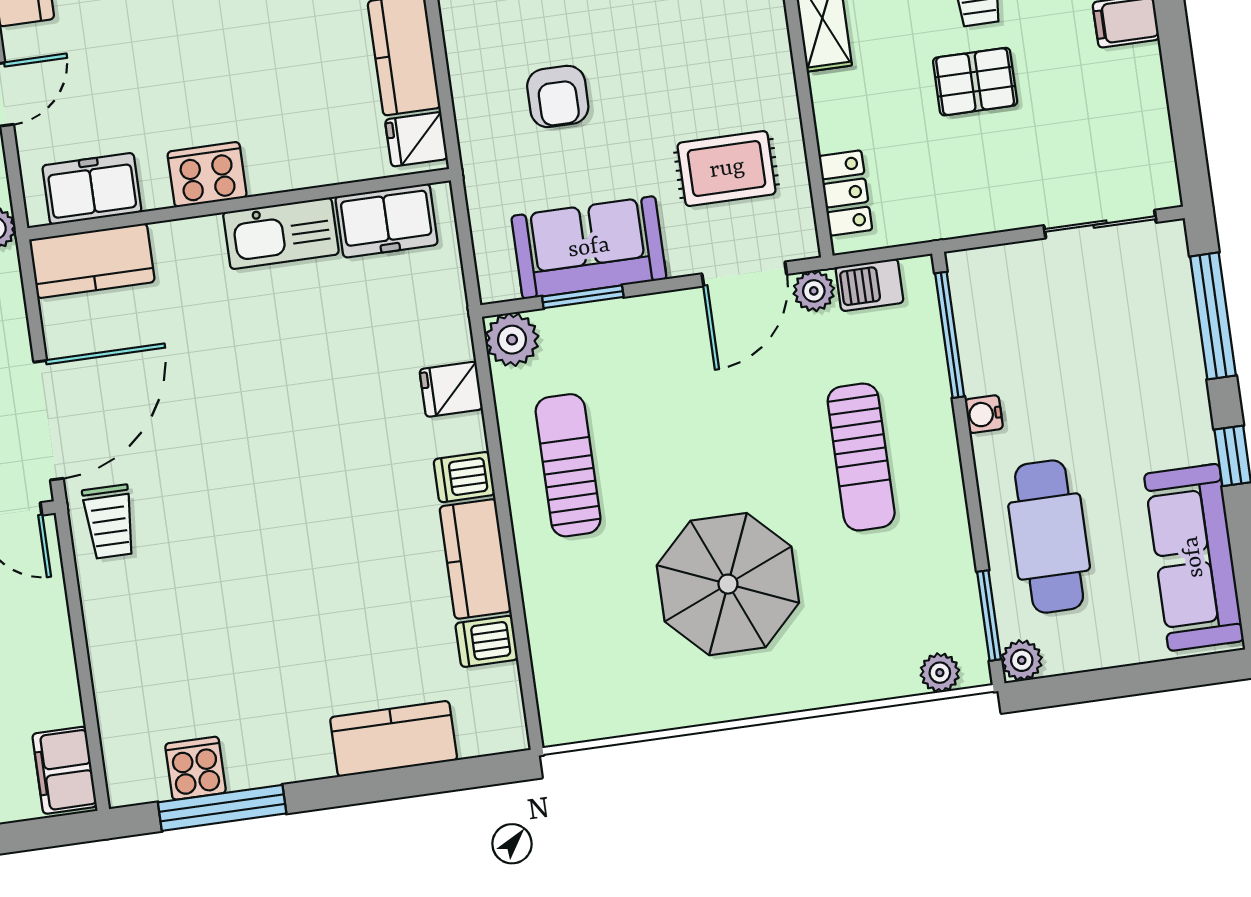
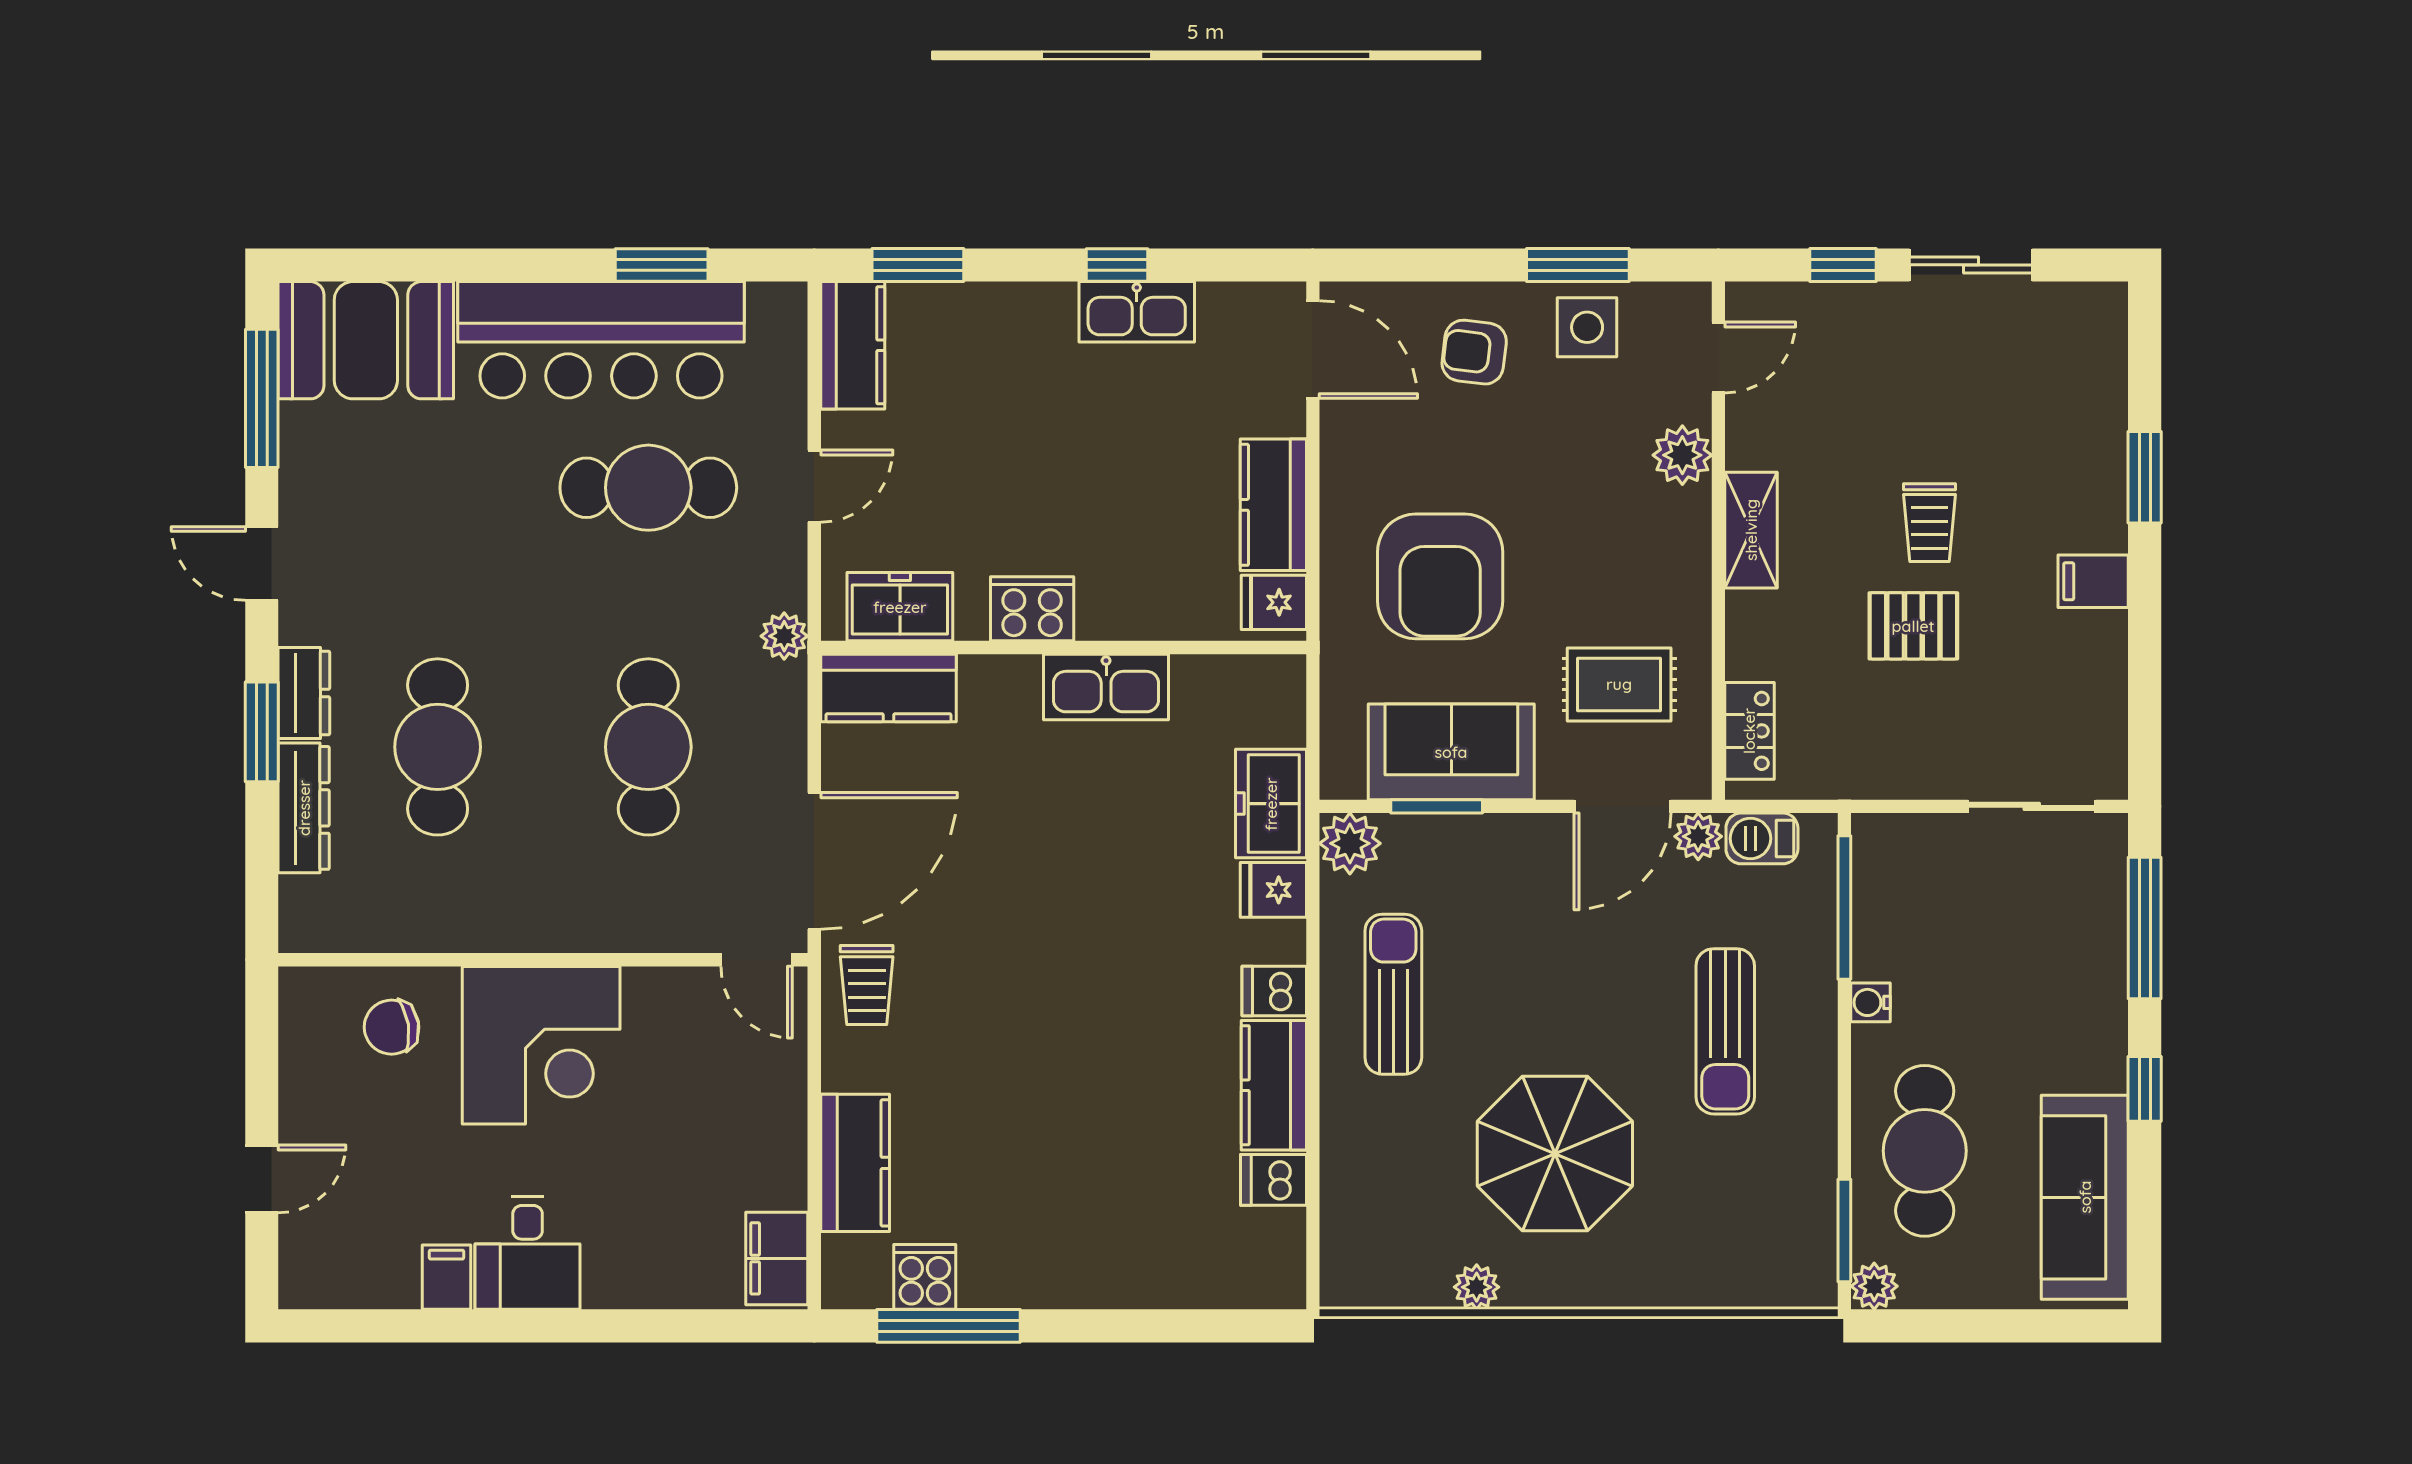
armchair: (558, 96) -> (1440, 576), width x1.88, depth x1.88
freezer: (386, 221) -> (1271, 804), moved, turned 90
plant: (940, 673) -> (1477, 1287), moved
kitchen counter: (394, 739) -> (855, 1163), moved, turned 90

